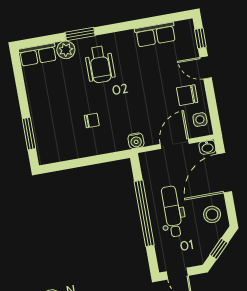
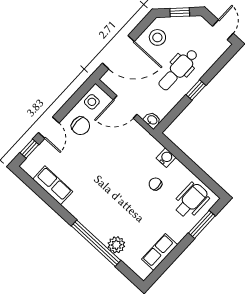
window: (80, 34) -> (96, 243), width x2.11
row of seats: (38, 55) -> (160, 252), moved, turned -90
wheelchair: (100, 64) -> (191, 201), moved
water cooler: (136, 141) -> (166, 158), moved
washbasin: (207, 147) -> (152, 120), moved
window: (144, 213) -> (196, 90), width x0.32

